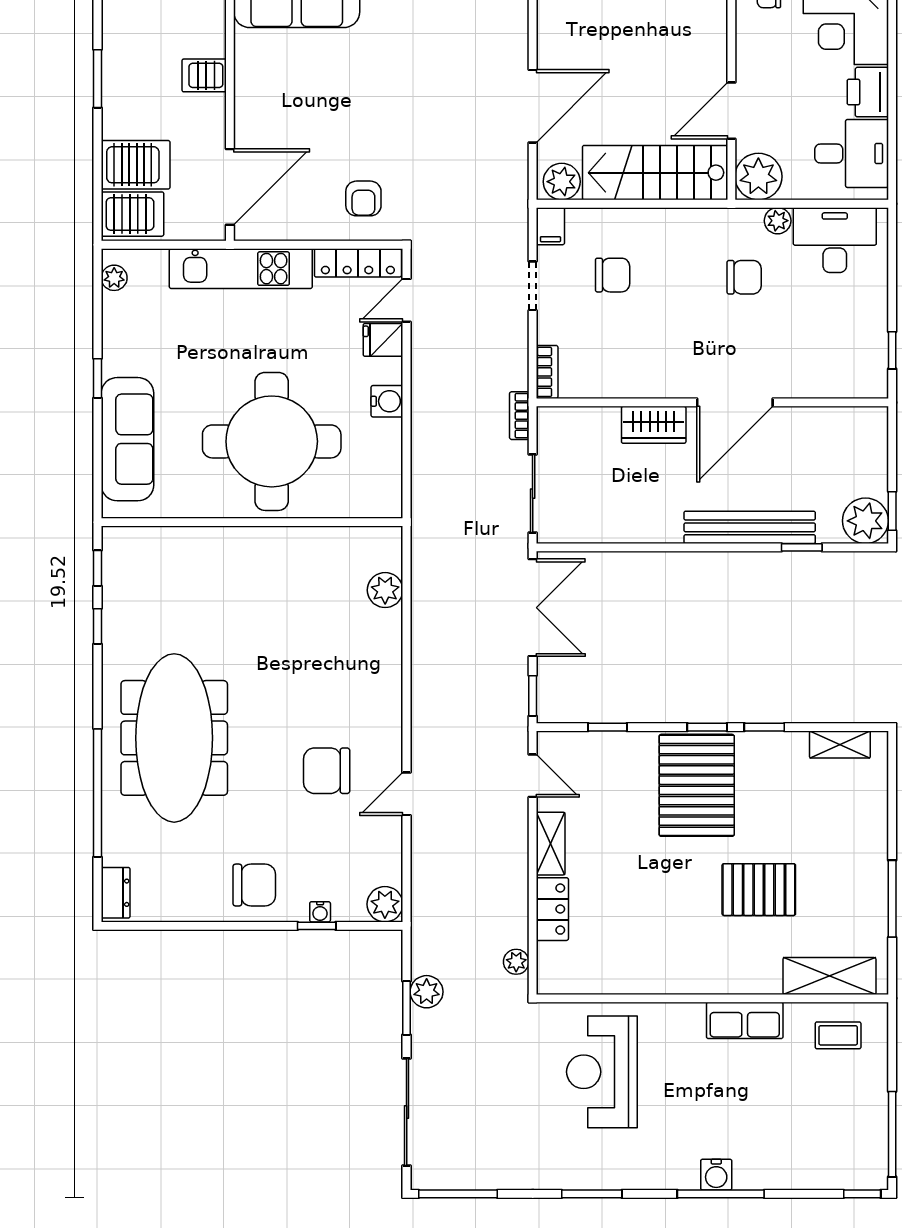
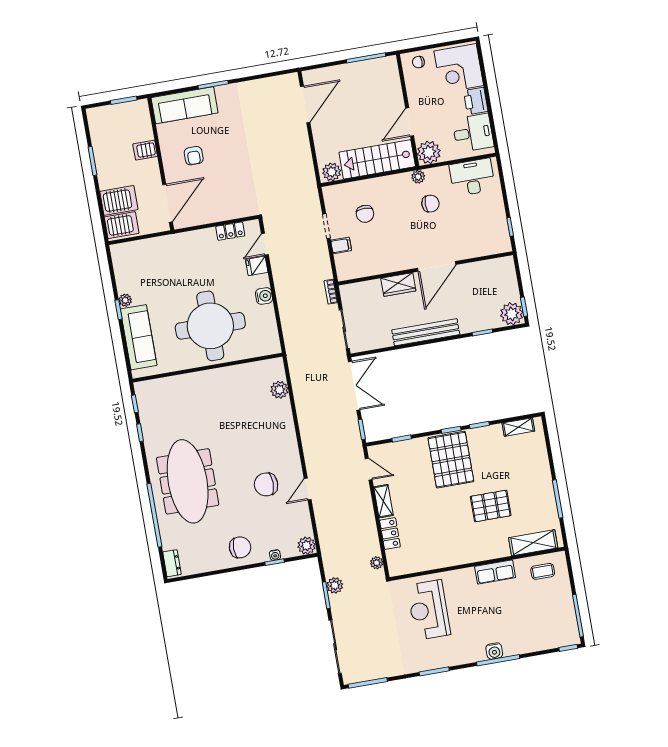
door: (533, 106) -> (305, 104), moved
armchair: (363, 198) -> (194, 156), moved
plant: (778, 221) -> (418, 177), moved
filing cabinet: (550, 226) -> (341, 245), moved, turned -90
locker: (358, 263) -> (230, 231), width x0.66
kitchen unit: (241, 269) -> (180, 243), removed
chair: (613, 275) -> (365, 214), turned 90
plant: (114, 278) -> (125, 300), moved
bookcase: (547, 372) -> (341, 268), removed
bench: (750, 527) -> (426, 332), moved

